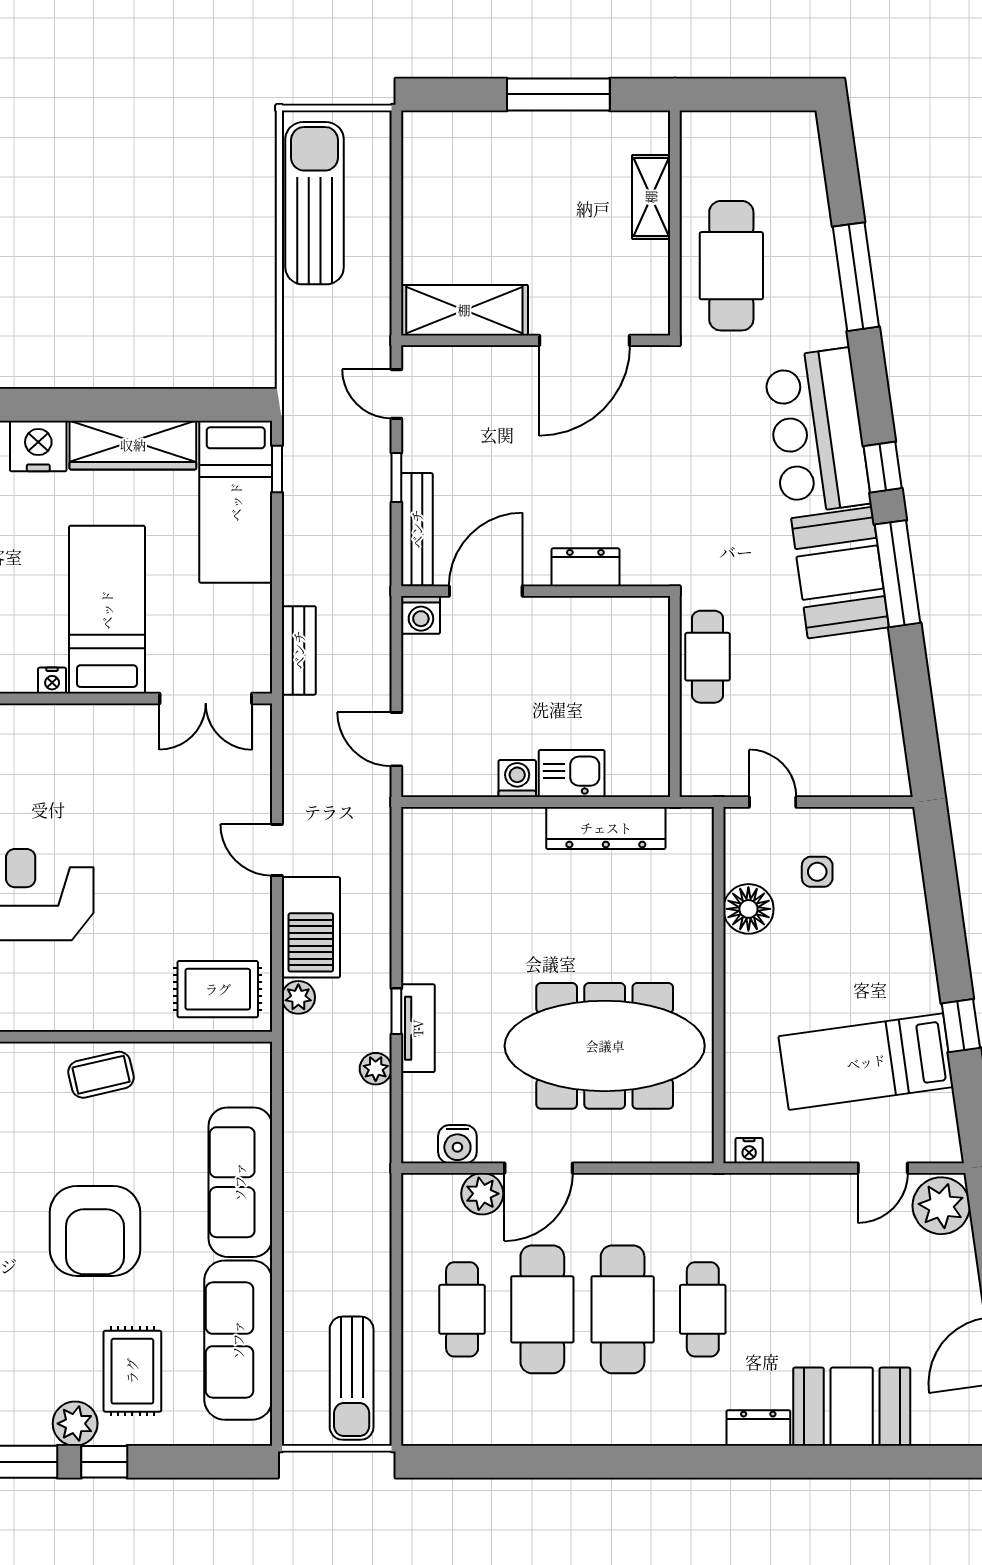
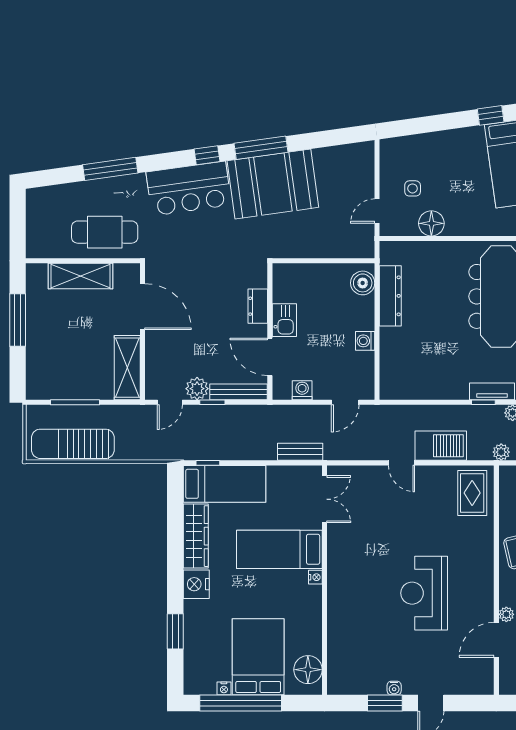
shelving: (651, 197) -> (80, 276), width x1.50, depth x1.33
window: (396, 207) -> (75, 402), added
plant: (423, 448) -> (197, 389), added
booth: (840, 573) -> (273, 184), width x1.36, depth x1.42
washing machine: (421, 615) -> (302, 390), moved, turned -90
cafe table: (708, 657) -> (303, 244), removed
kitchen sink: (572, 774) -> (284, 320), moved, turned 180
boiler: (631, 774) -> (363, 283), added
door: (277, 850) -> (401, 463), hinge flipped
plant: (298, 997) -> (501, 452), moved

